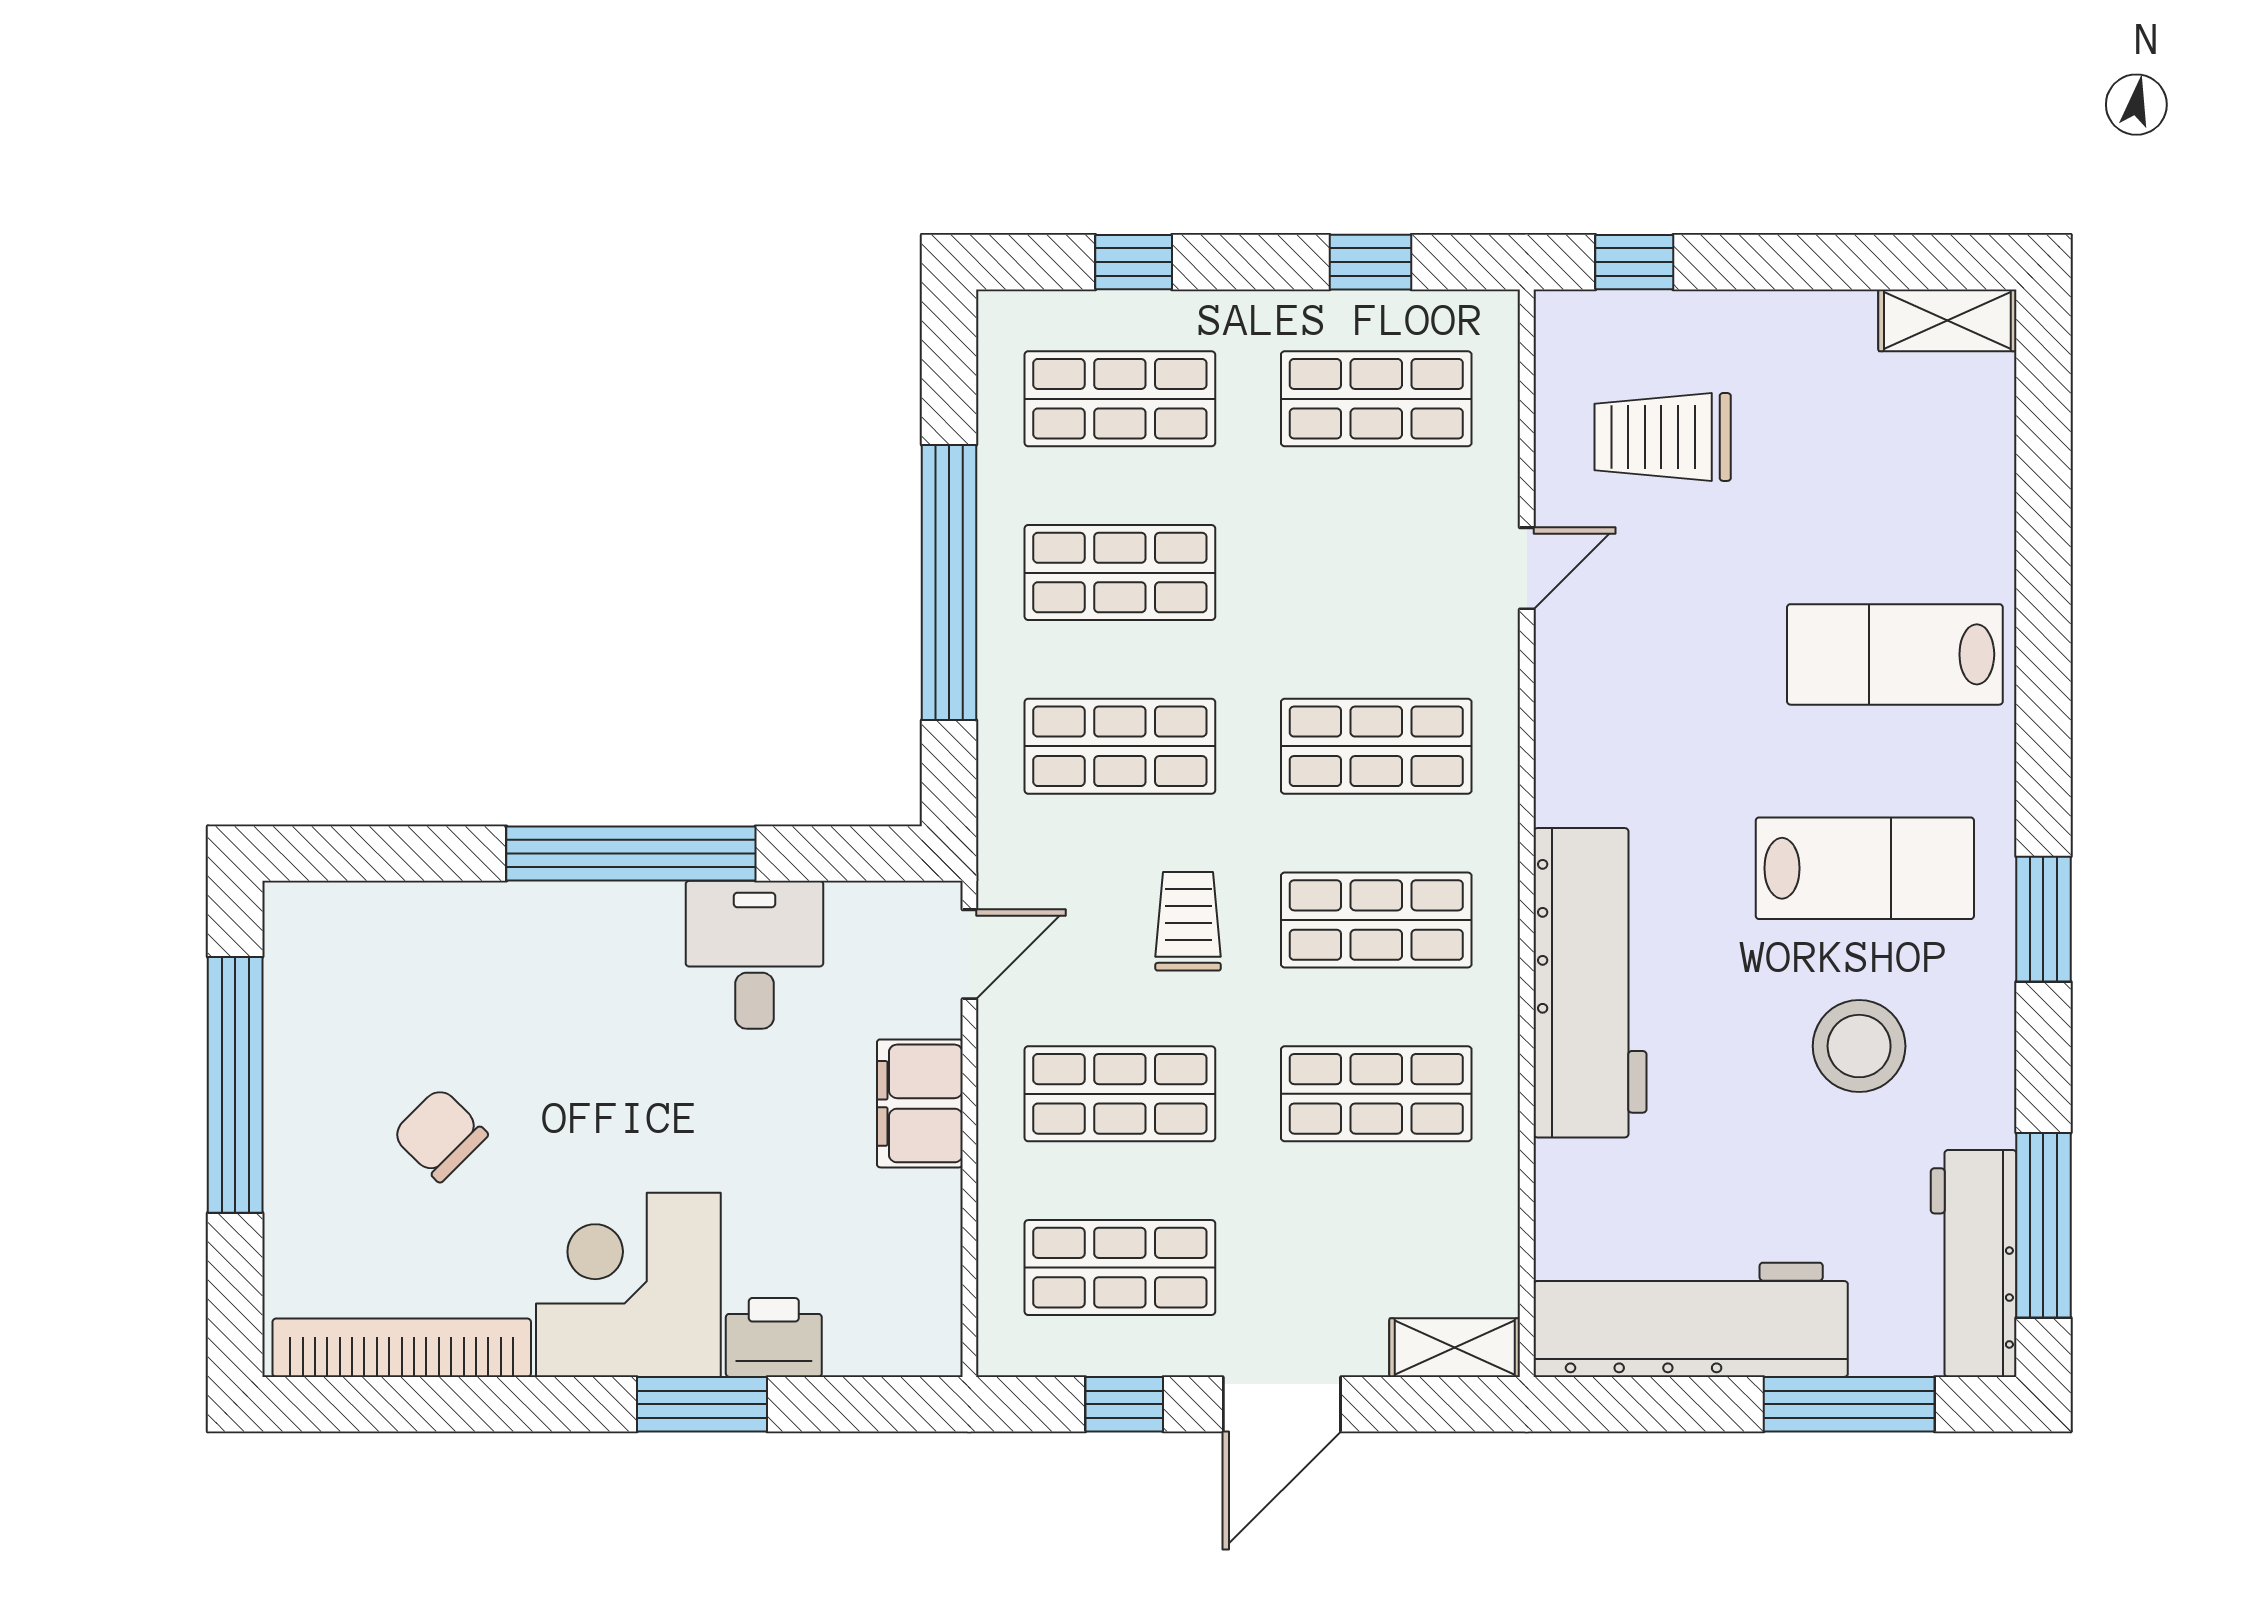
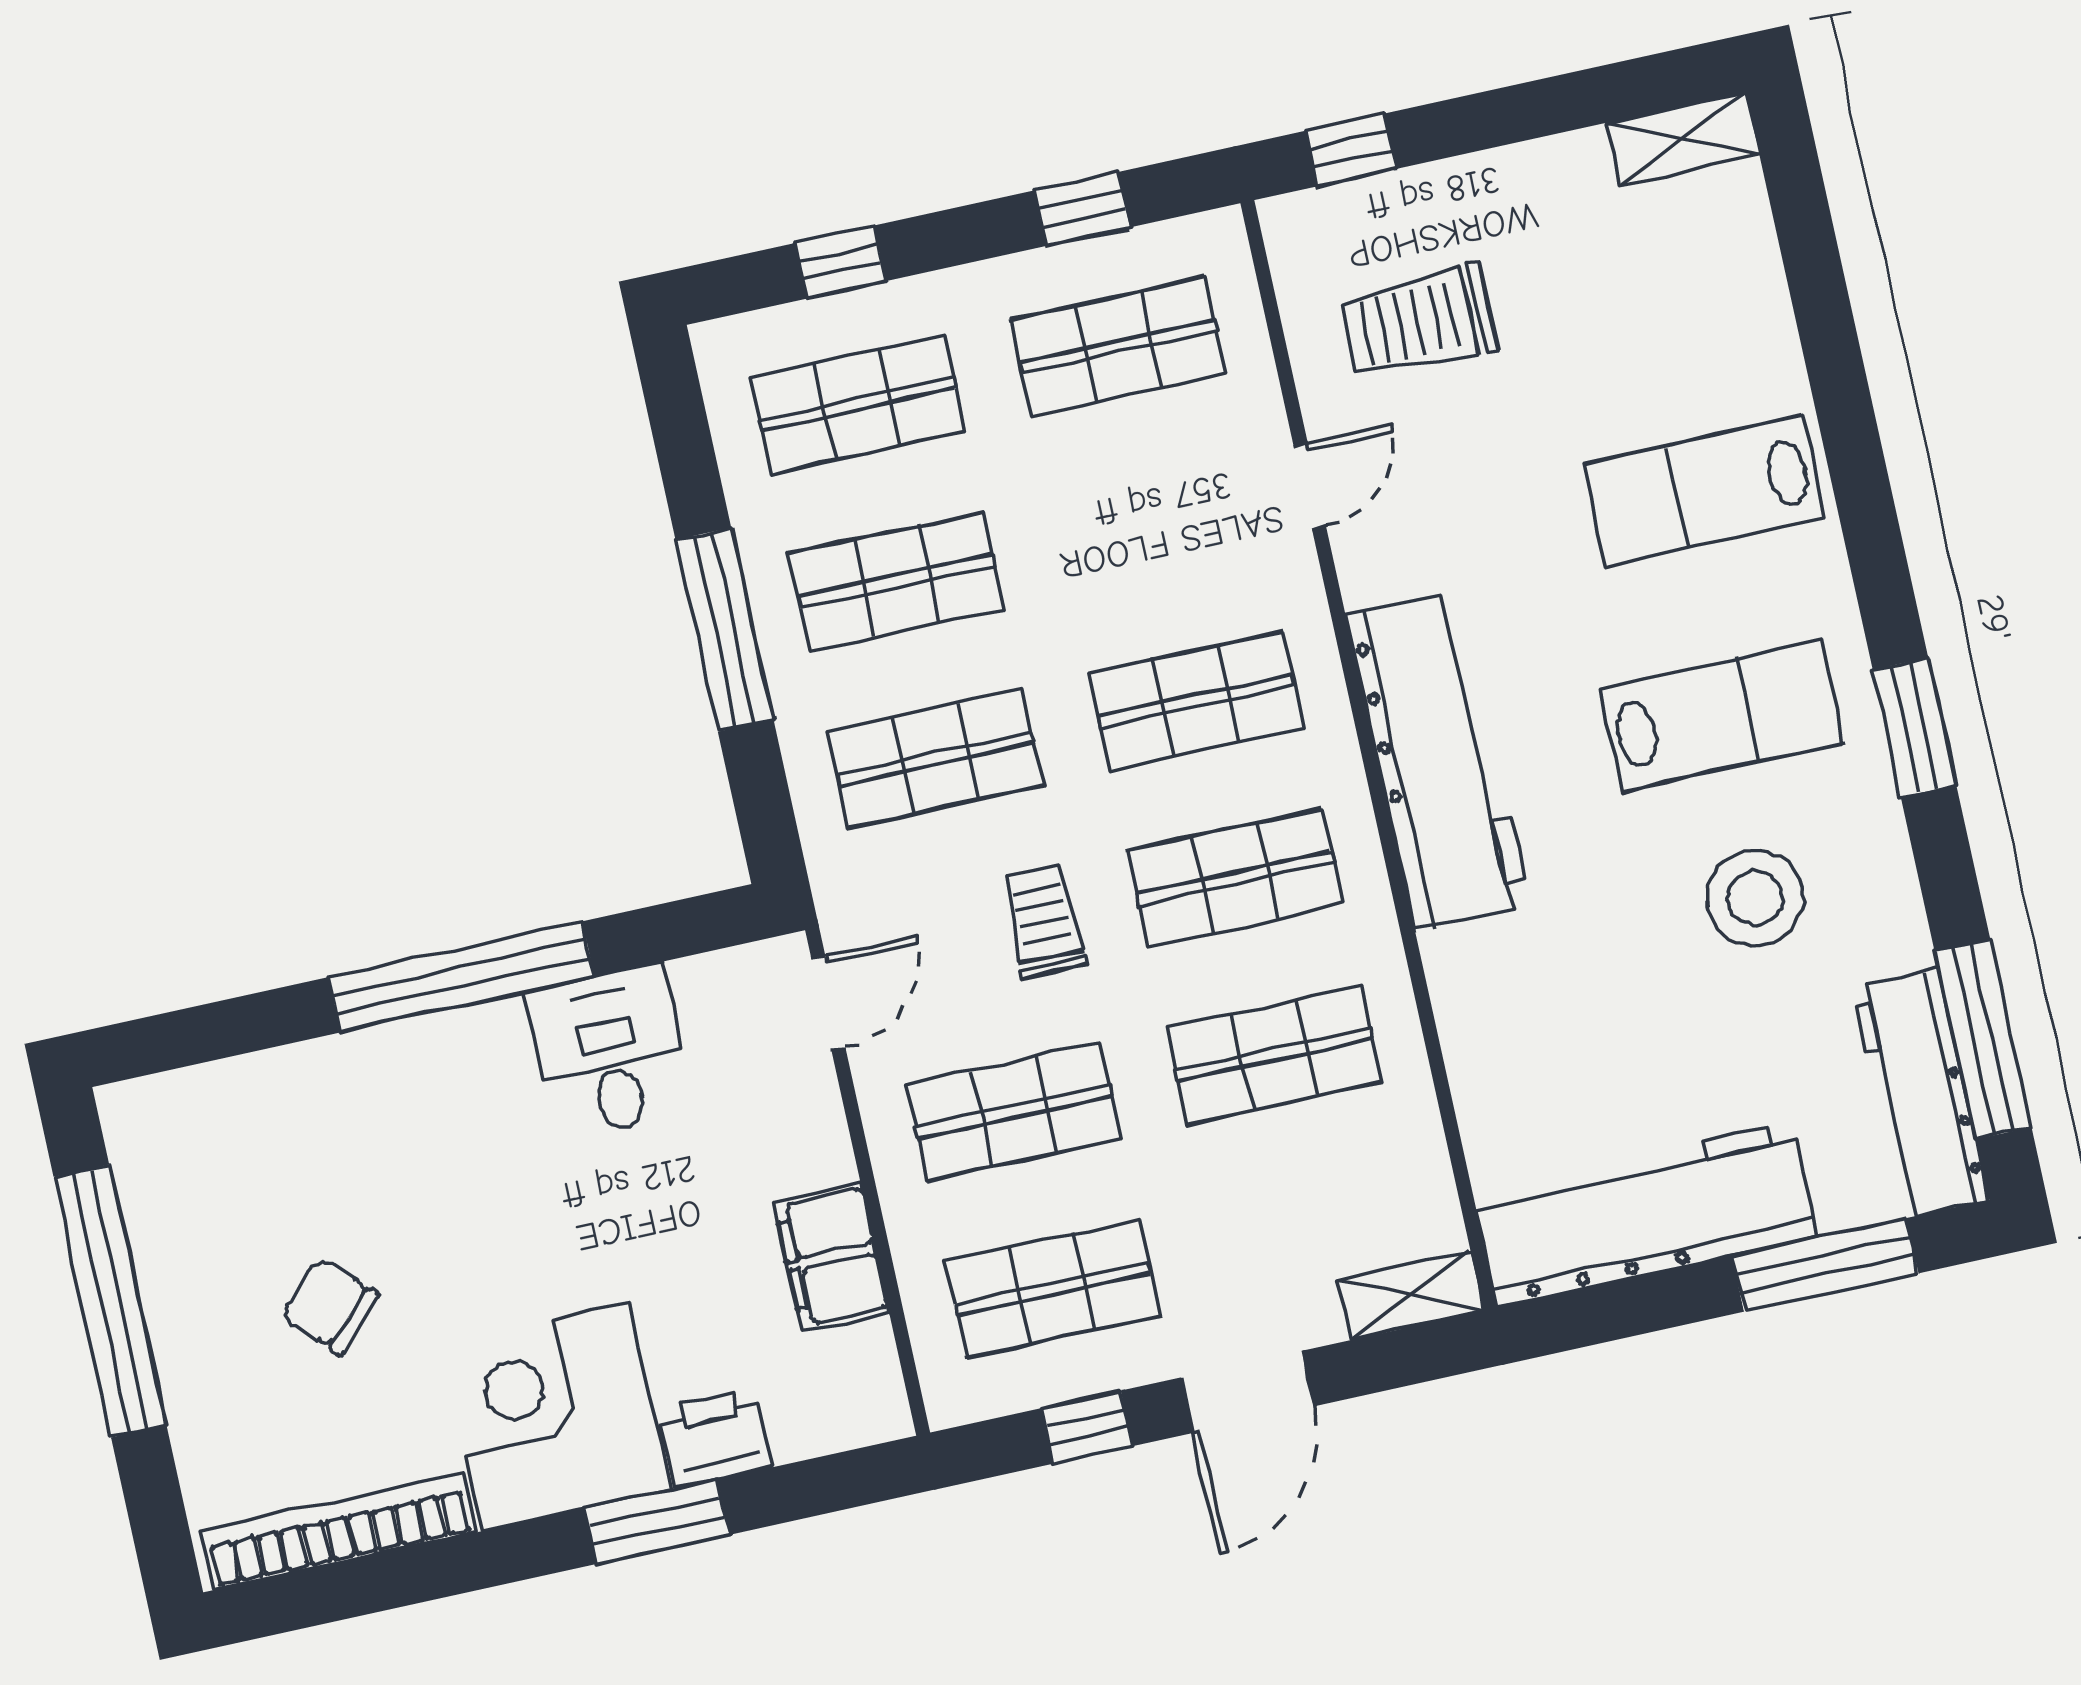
window: (949, 582) -> (724, 630), width x0.68
workbench: (1590, 983) -> (1438, 760), moved
filing cabinet: (920, 1103) -> (831, 1257), moved

